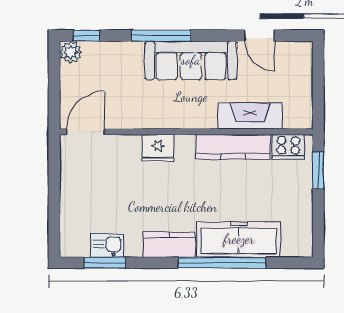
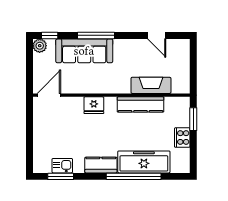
sofa: (191, 60) -> (84, 51), moved
cooker: (288, 147) -> (182, 138), moved, turned 90

